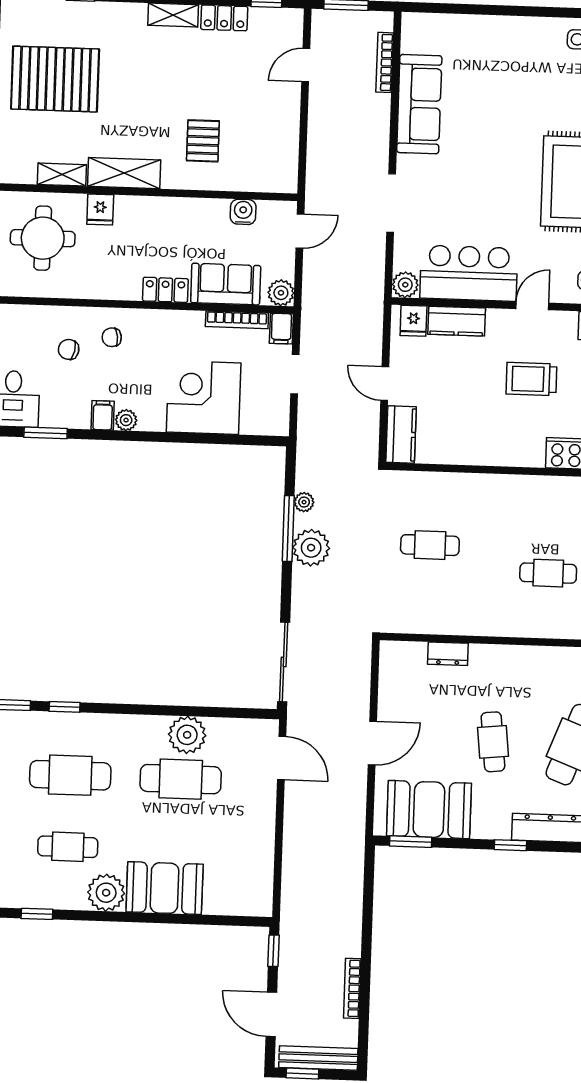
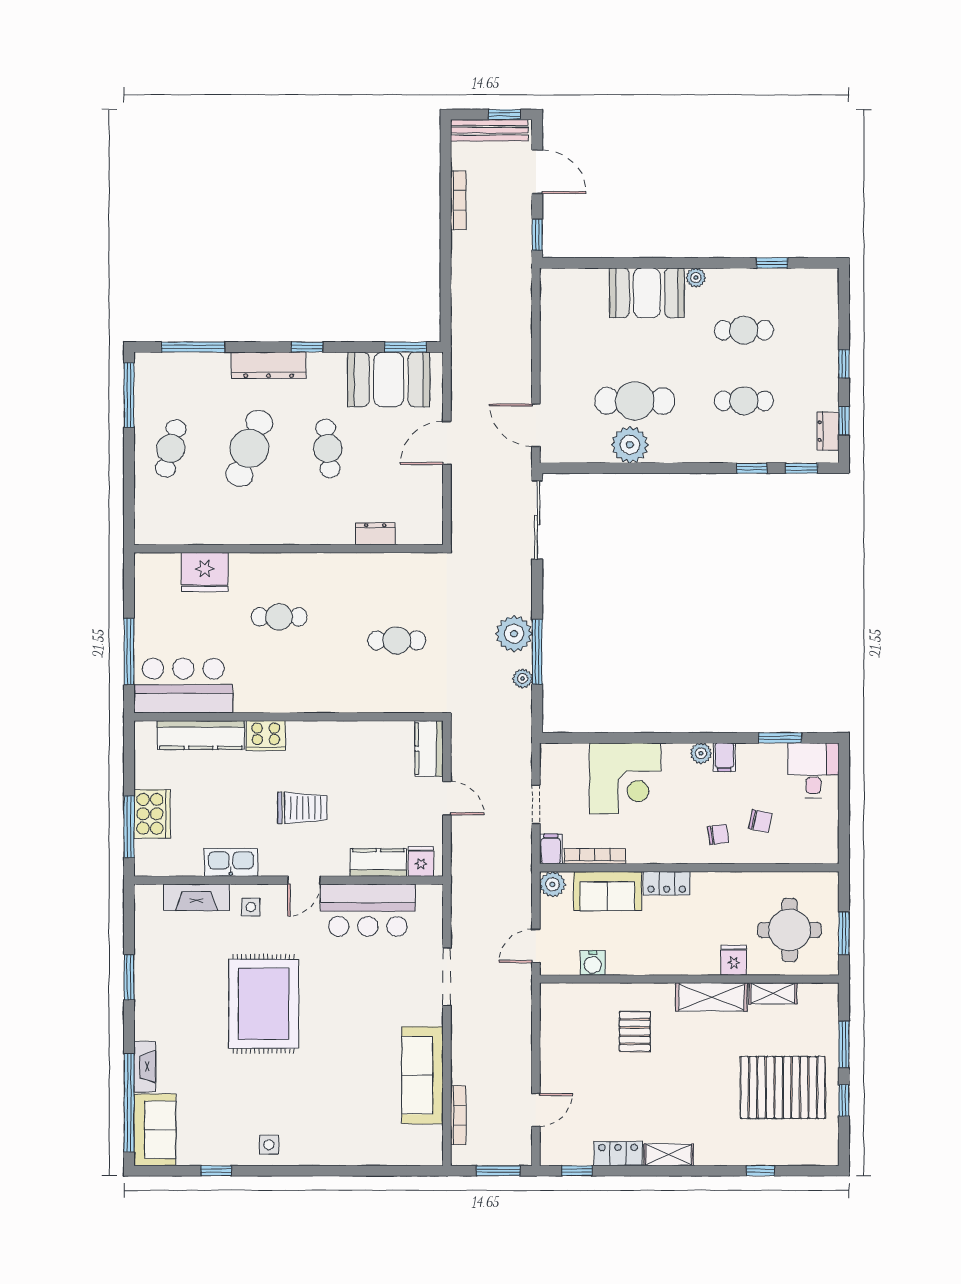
plant: (405, 285) -> (430, 897), removed
cafe table: (70, 775) -> (744, 401), width x0.73, depth x0.74
plant: (106, 893) -> (696, 278), width x0.53, depth x0.53

